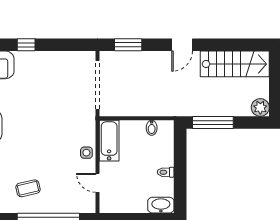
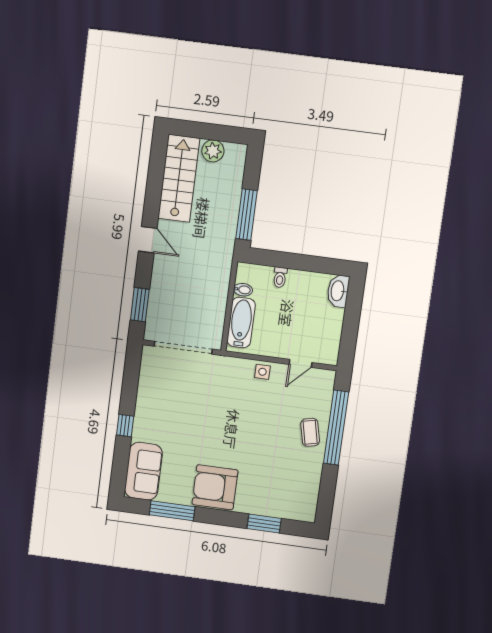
plant: (260, 107) -> (213, 151), moved
bathtub: (109, 141) -> (241, 323), moved, turned 90
toilet: (166, 172) -> (280, 277), moved
coffee table: (28, 188) -> (310, 432), moved

